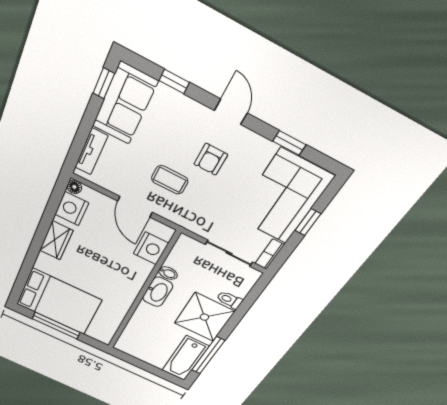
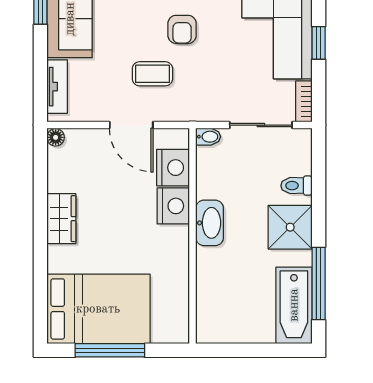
nightstand: (72, 209) -> (173, 206), moved, turned 180
bidet: (168, 273) -> (208, 137), moved
shower: (204, 317) -> (290, 227), width x0.73, depth x0.73

